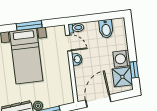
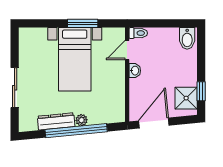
bidet: (106, 29) -> (187, 38), moved
door: (69, 43) -> (127, 50), swing flipped
washing machine: (122, 59) -> (188, 76), removed

